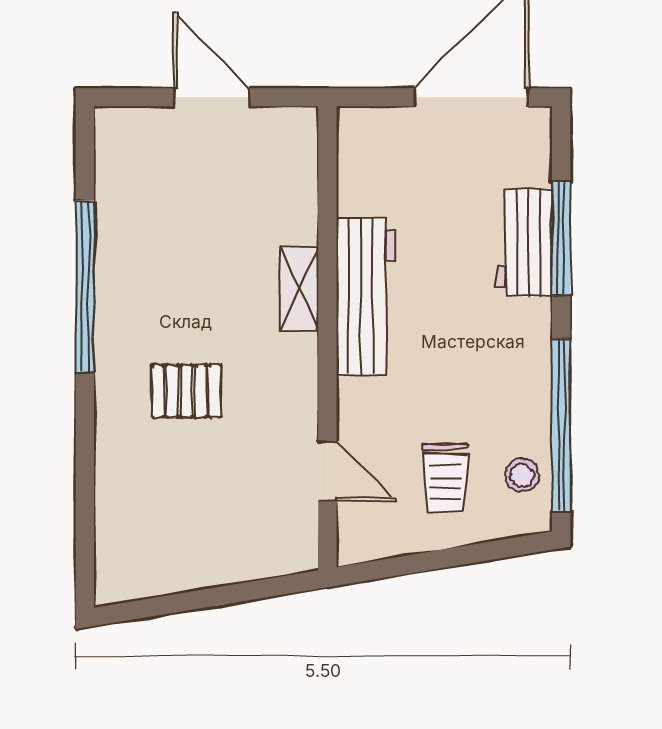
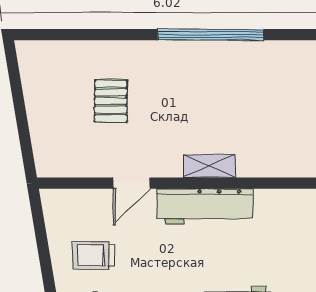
pallet: (186, 391) -> (111, 101), moved
door: (327, 471) -> (131, 183), moved

